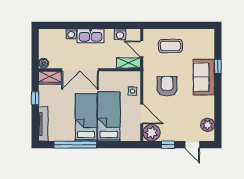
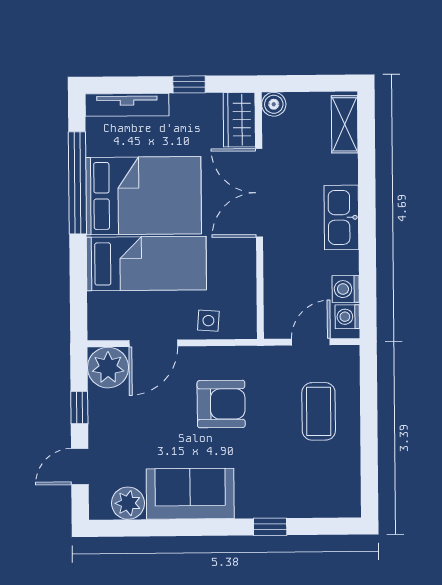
washing machine: (71, 34) -> (347, 317), moved
shelving: (128, 63) -> (345, 124), moved
sofa: (204, 77) -> (190, 494), moved
bed: (86, 117) -> (144, 196), width x1.50

